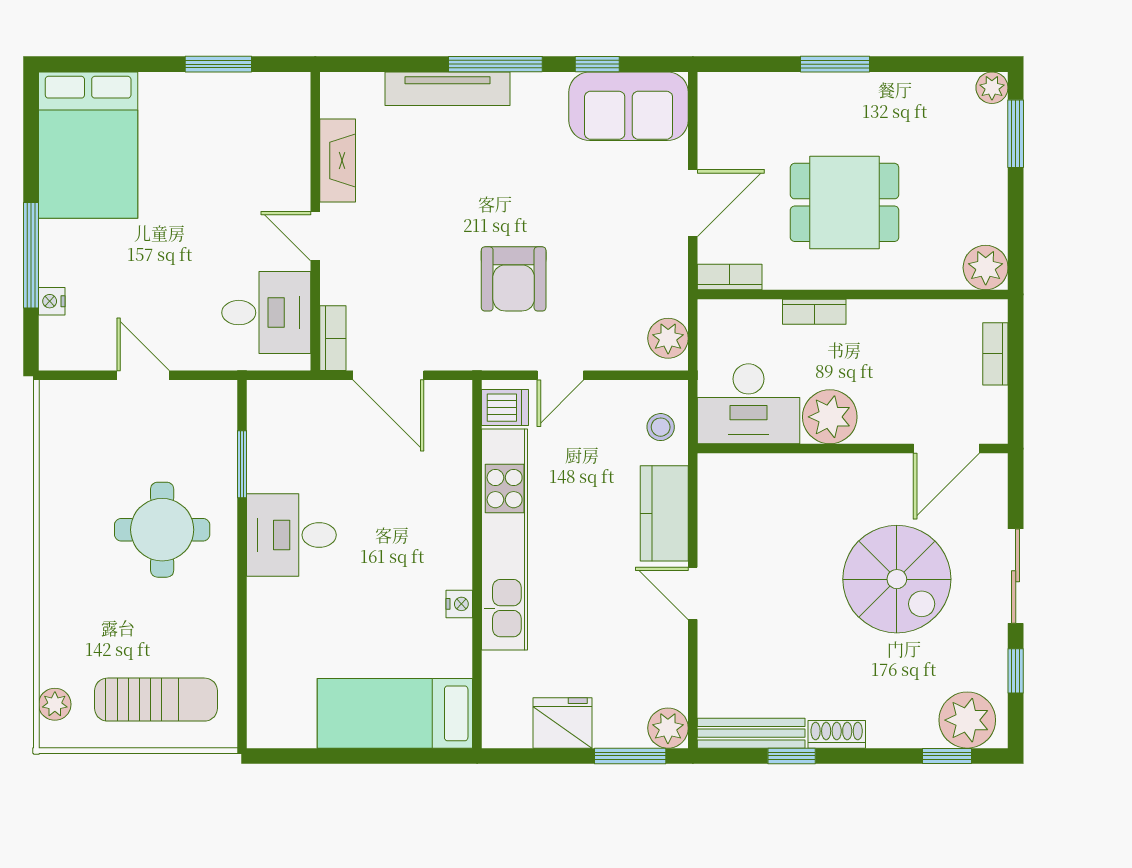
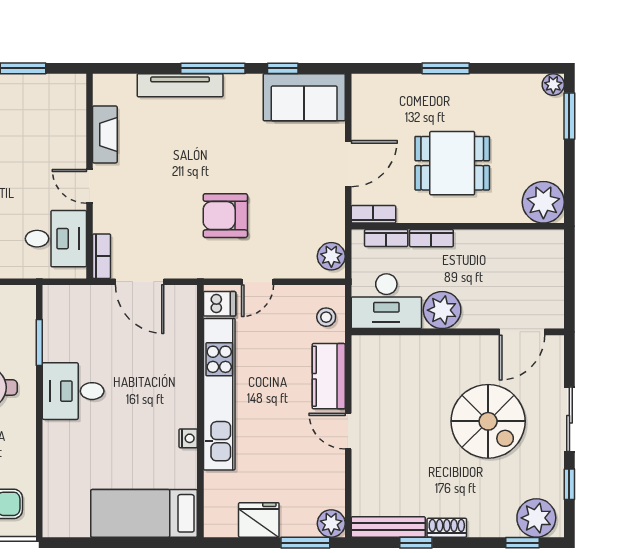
plant: (986, 268) -> (543, 202), width x1.36, depth x1.36
armchair: (514, 279) -> (225, 216), turned 90
bookcase: (995, 354) -> (386, 238), moved, turned -90

